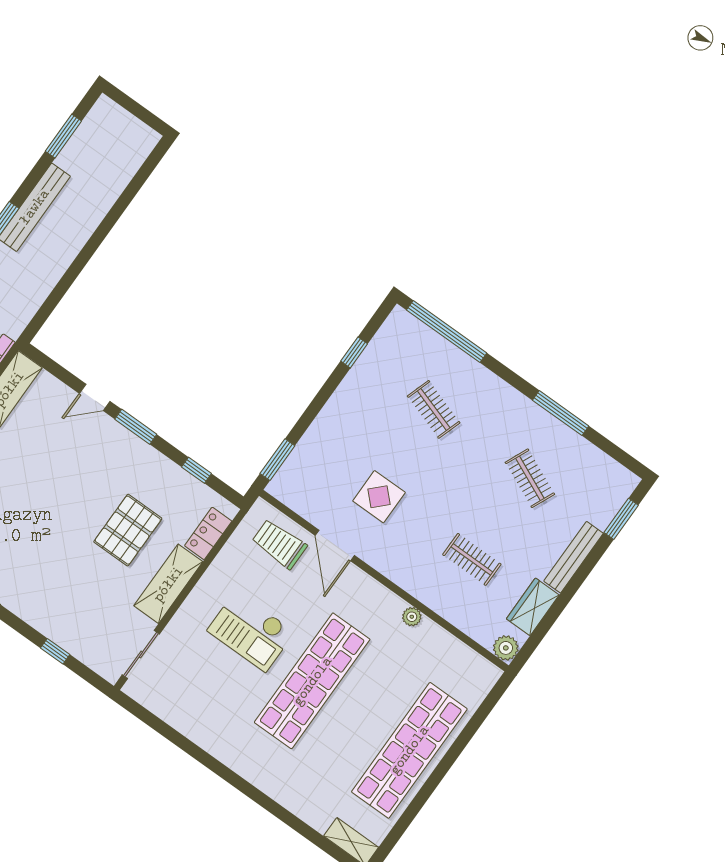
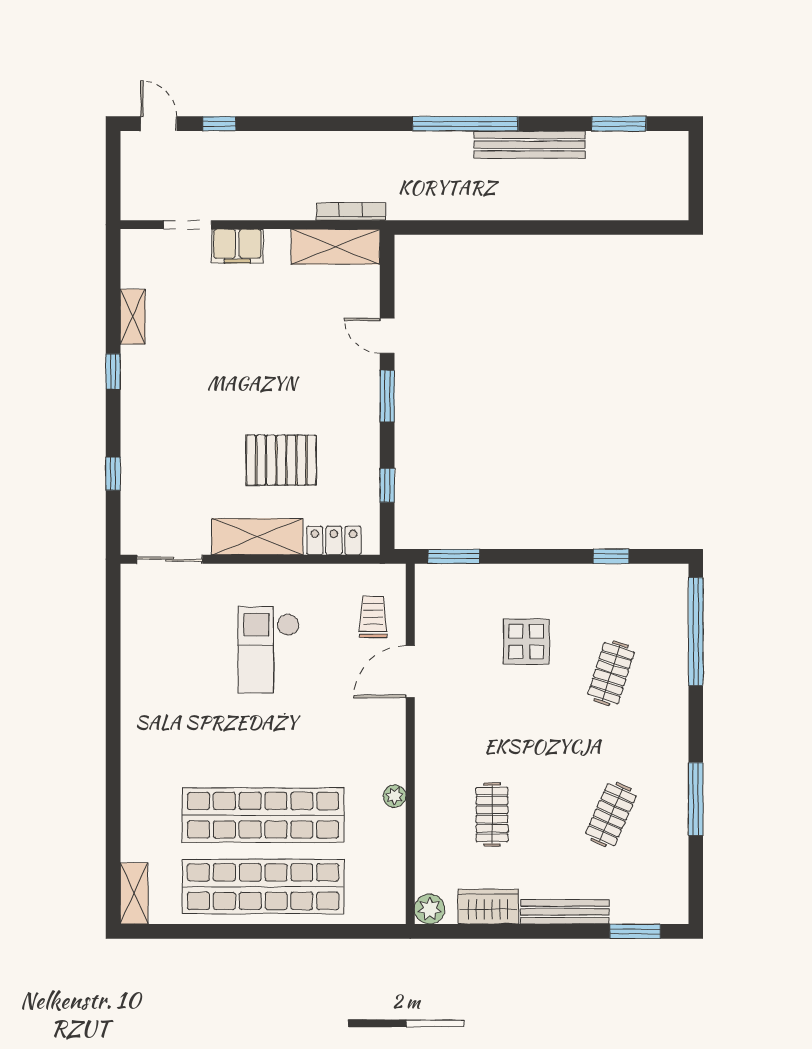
display table: (379, 497) -> (526, 642), moved
trolley: (279, 544) -> (373, 617), width x0.73, depth x0.72
shop shelf: (312, 681) -> (263, 815), moved

